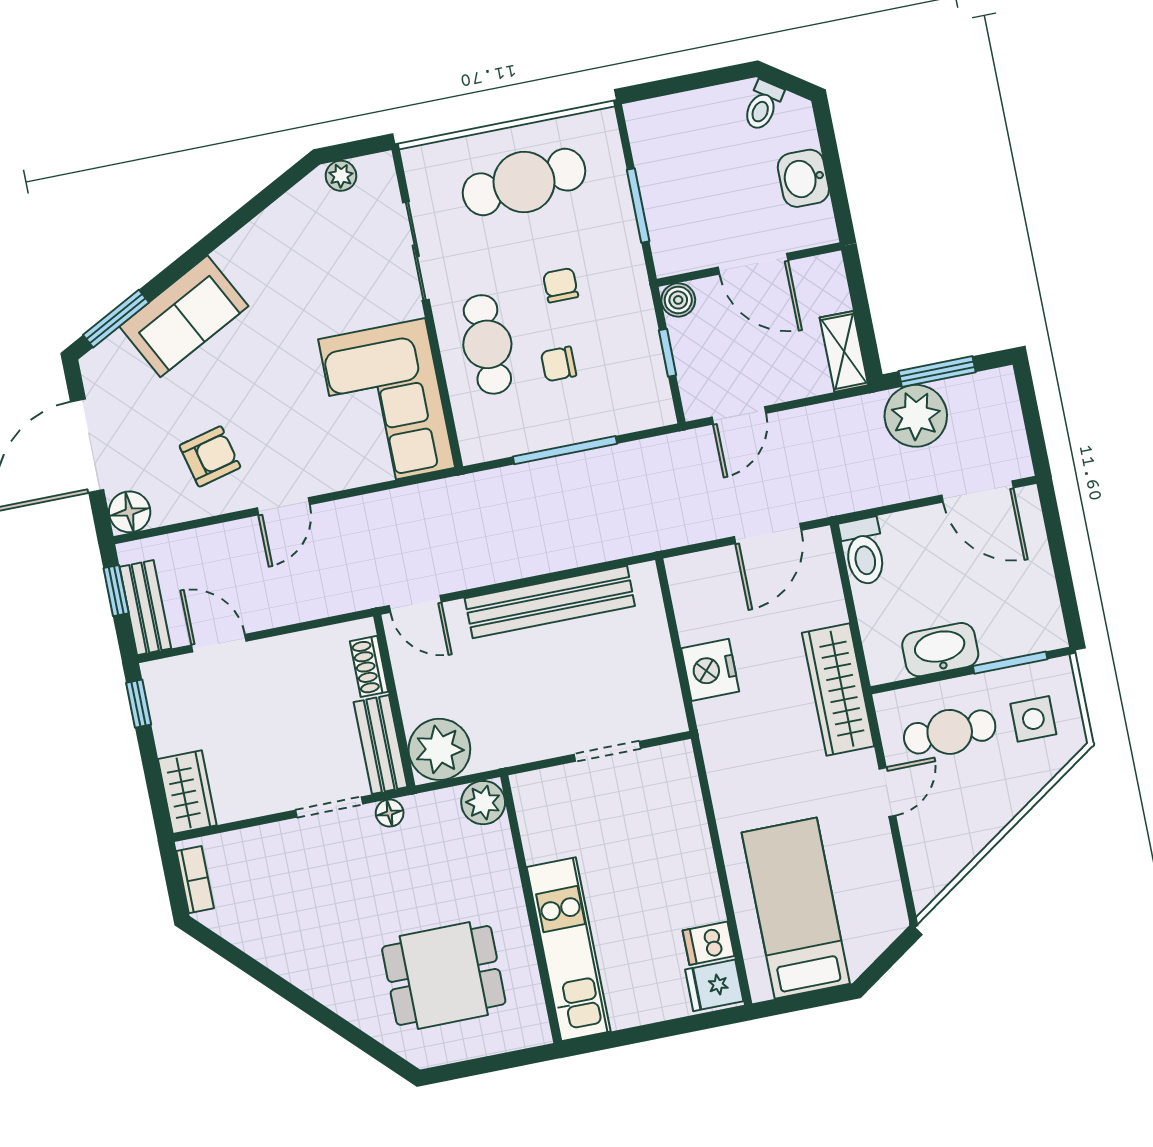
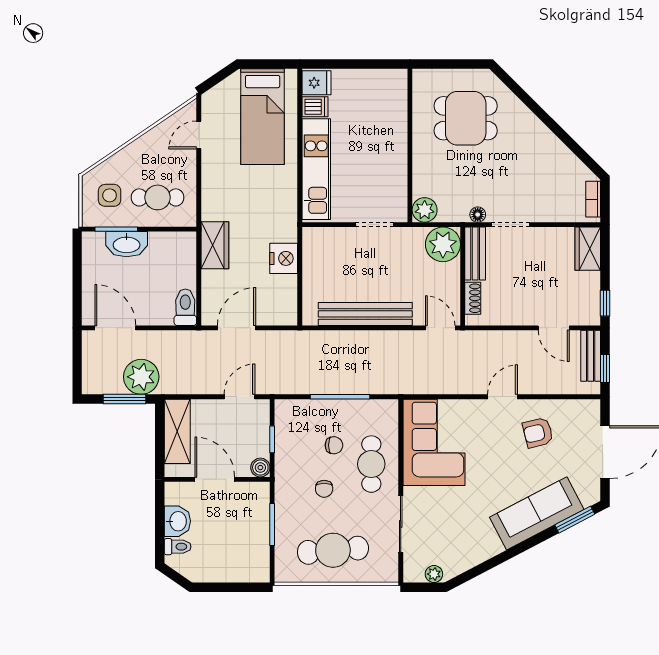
toilet: (763, 106) -> (178, 547), moved, turned 55
sofa: (184, 316) -> (537, 513), width x1.36
shelving: (844, 351) -> (177, 431), width x1.50, depth x1.33
floor lamp: (130, 512) -> (589, 411), removed
washbasin: (940, 650) -> (127, 244), moved
wardrobe: (838, 689) -> (215, 245), width x0.67
doorway: (607, 751) -> (374, 225), moved
door: (887, 792) -> (199, 135), moved
kitchen unit: (569, 949) -> (316, 169), moved, turned 180

